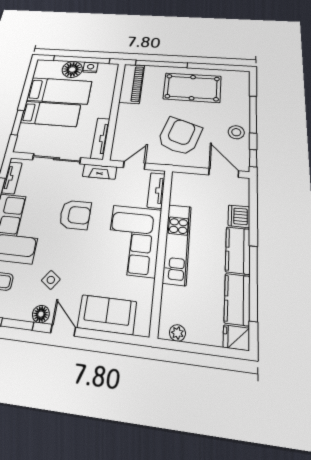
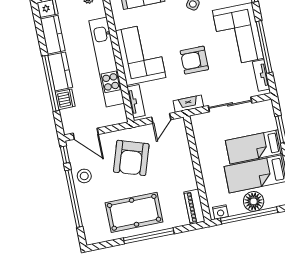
window: (161, 64) -> (149, 236), moved
nightstand: (90, 67) -> (220, 212), moved
piano: (132, 84) -> (194, 207), width x0.73, depth x0.75
window: (253, 114) -> (74, 199), width x1.46
tv unit: (100, 138) -> (199, 135), removed
kitchen unit: (177, 244) -> (107, 62), width x1.36
window: (253, 283) -> (50, 83), moved

